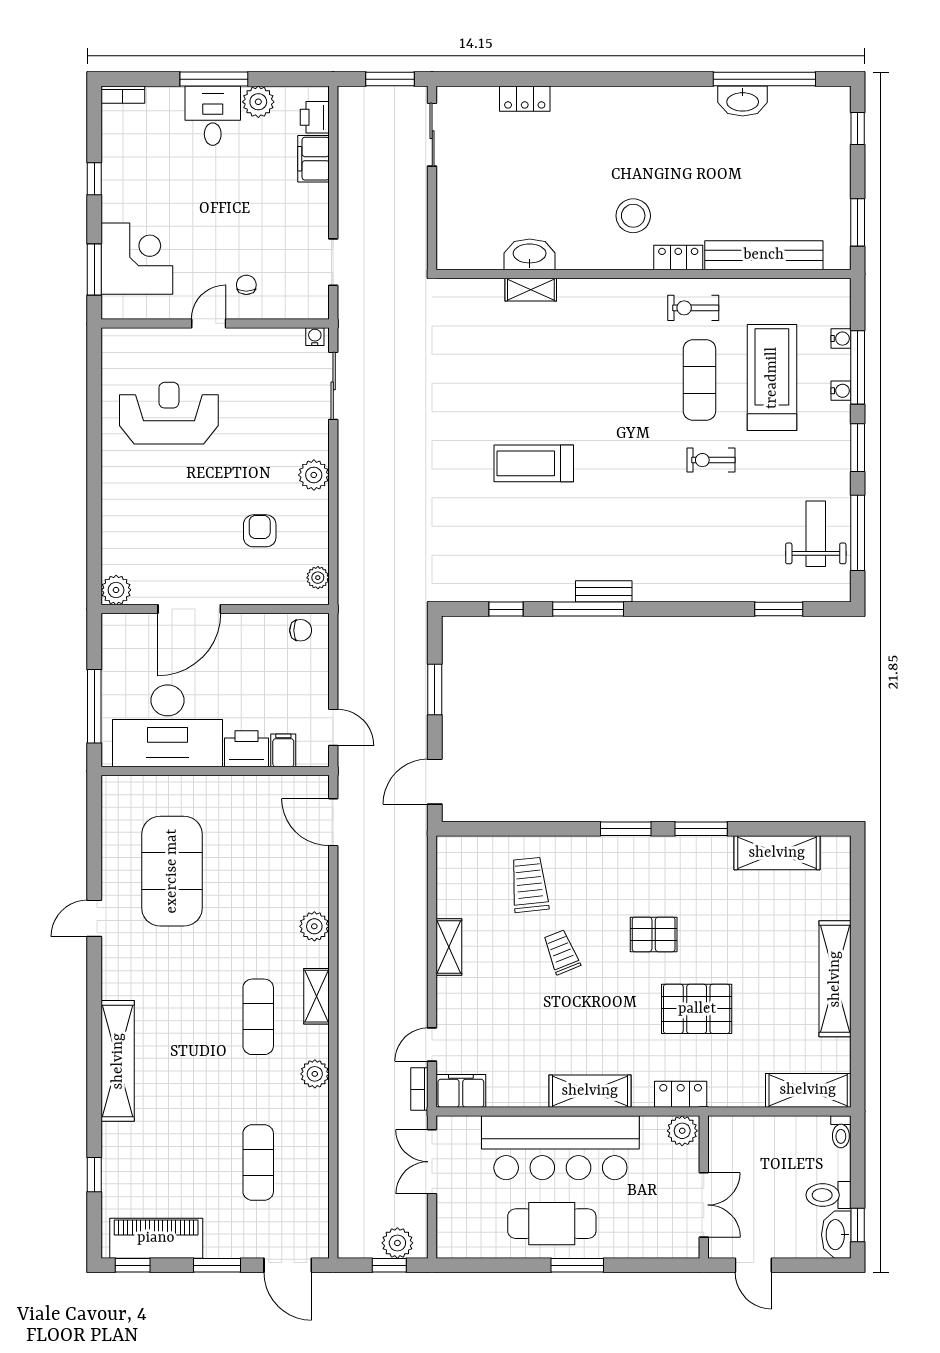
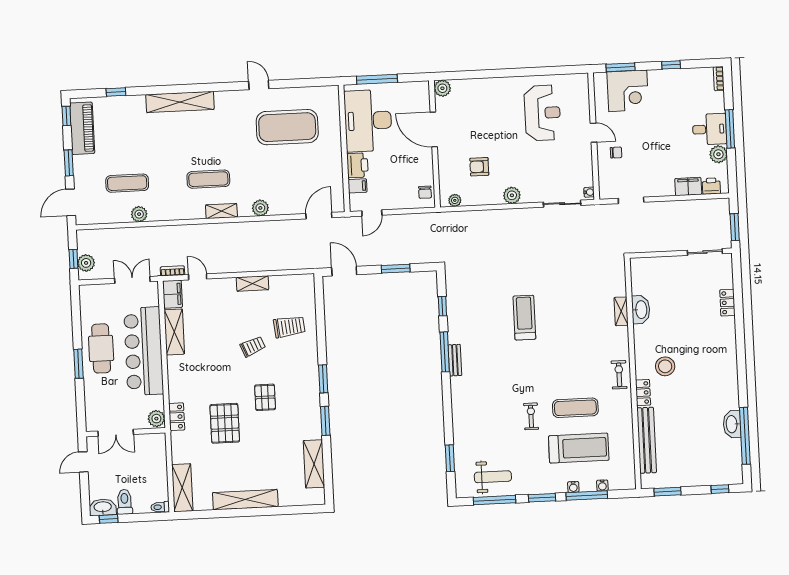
exercise bike: (693, 308) -> (619, 375), moved
armchair: (260, 531) -> (479, 167), turned 180
plant: (315, 1074) -> (139, 214), moved
shelving: (590, 1091) -> (174, 332), moved

